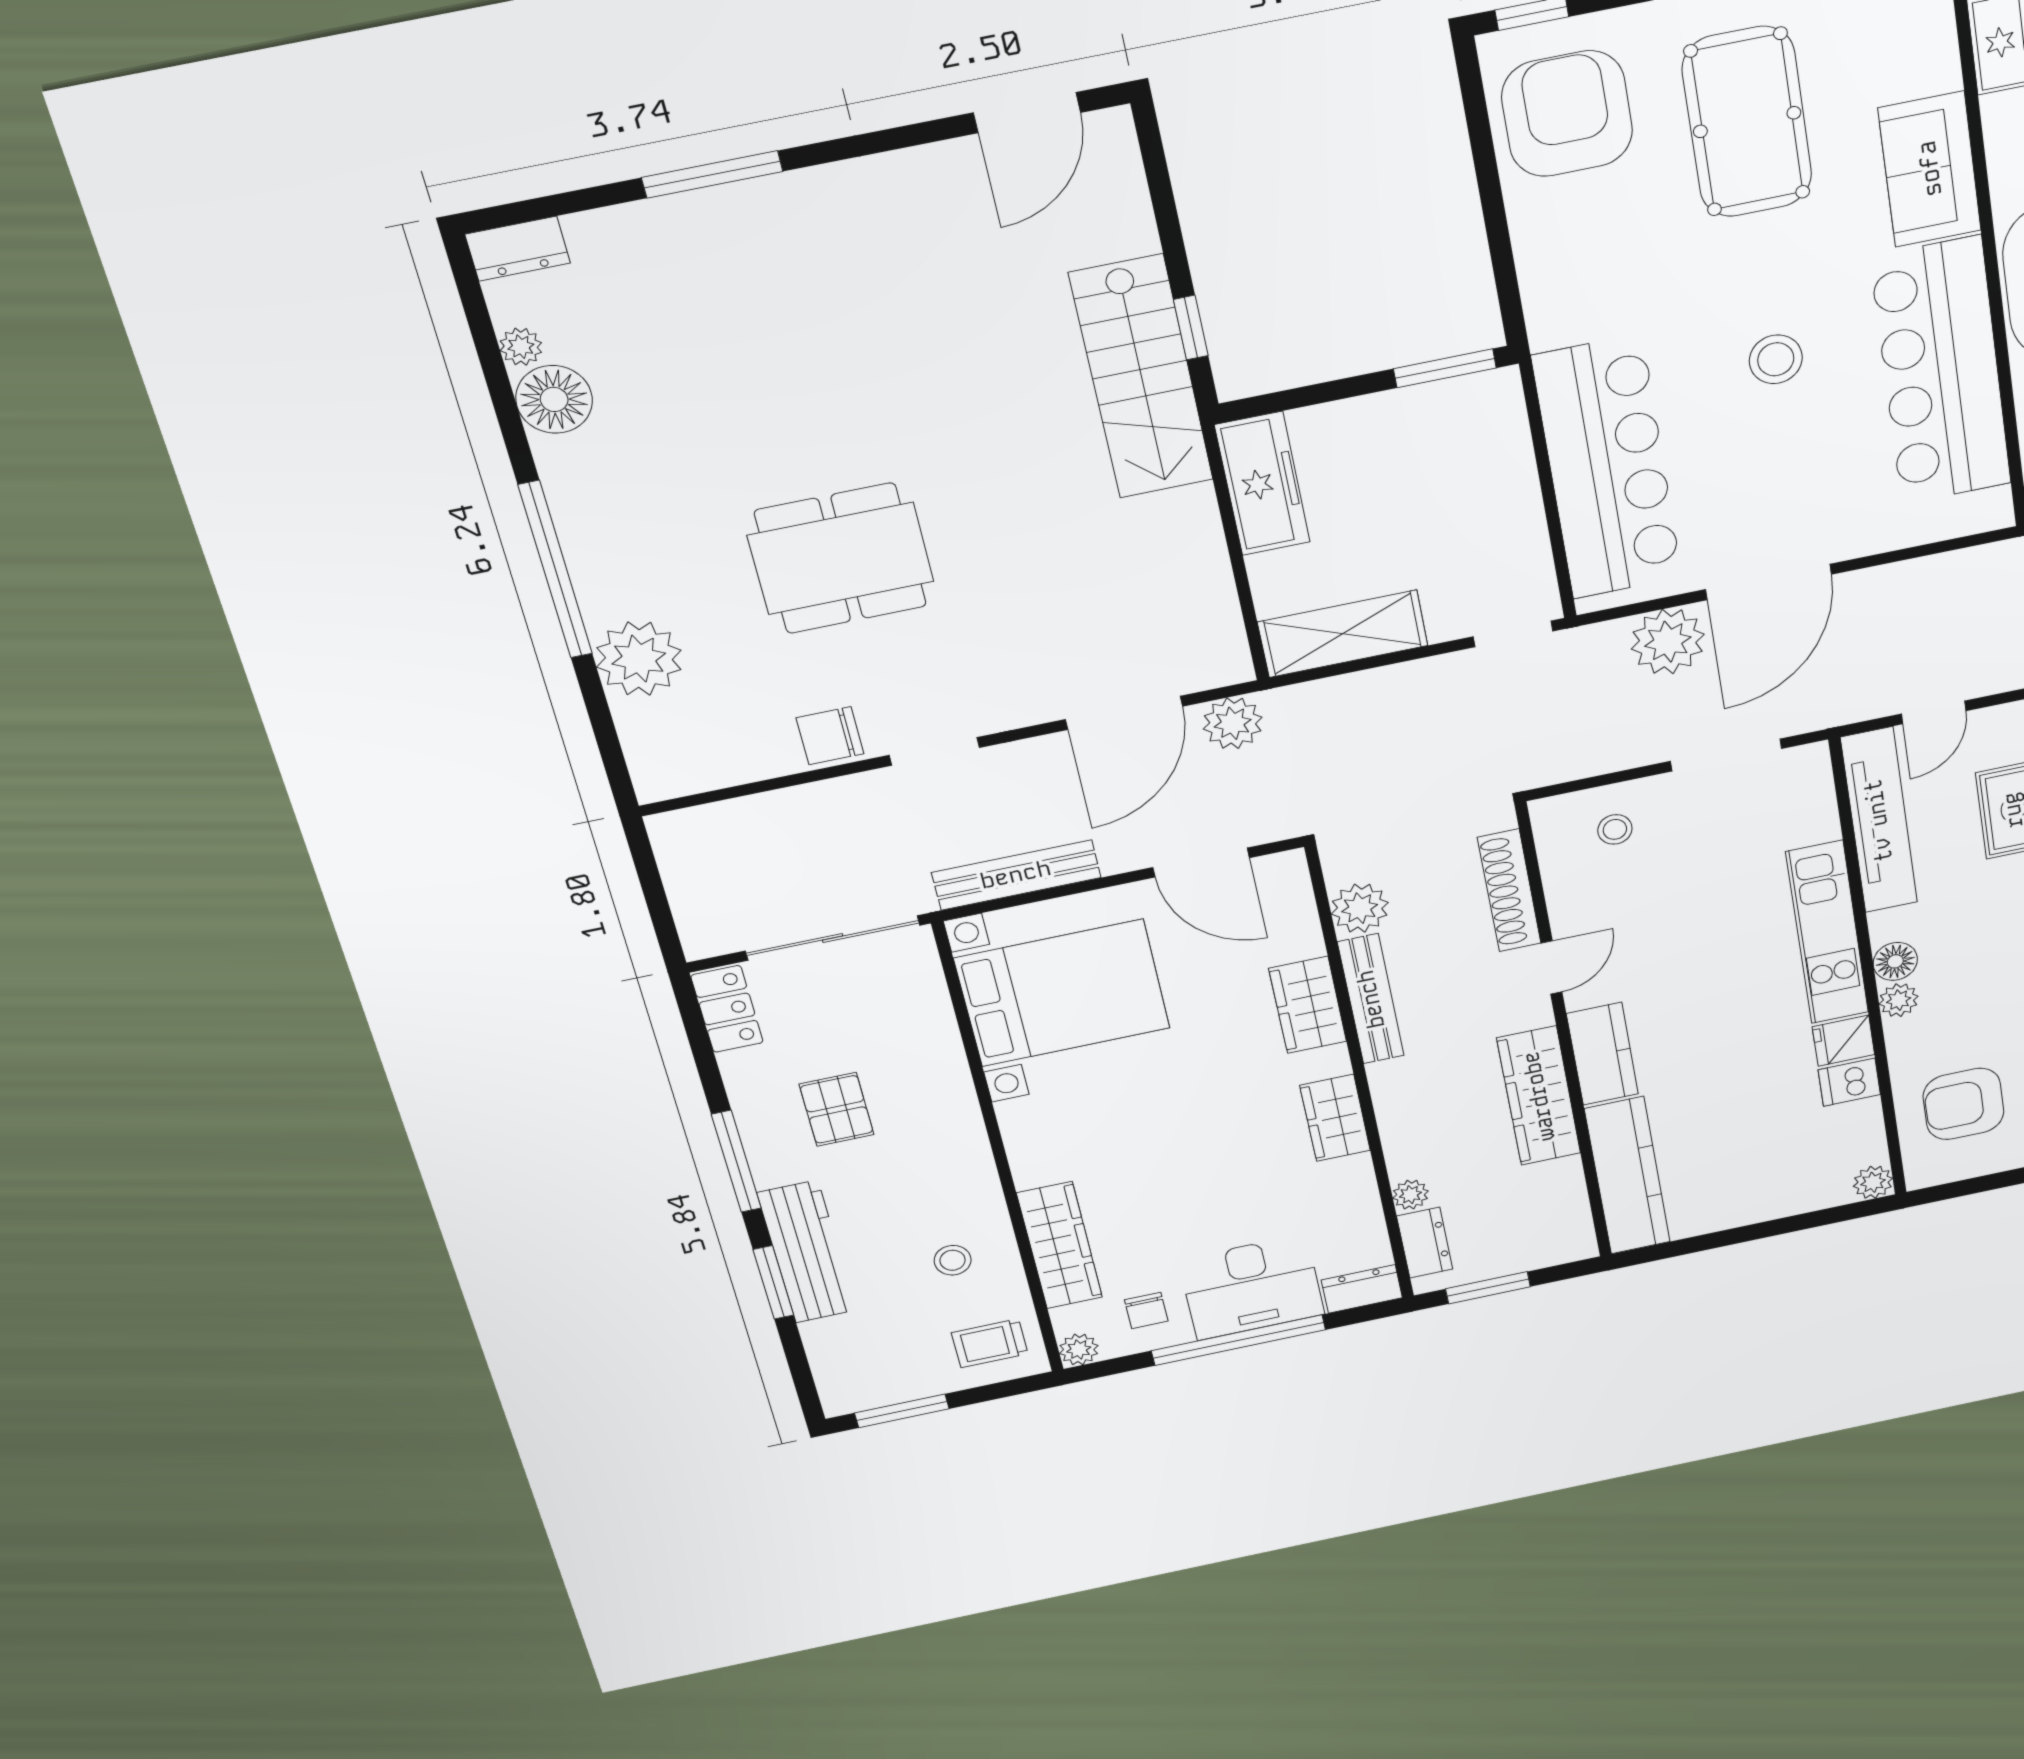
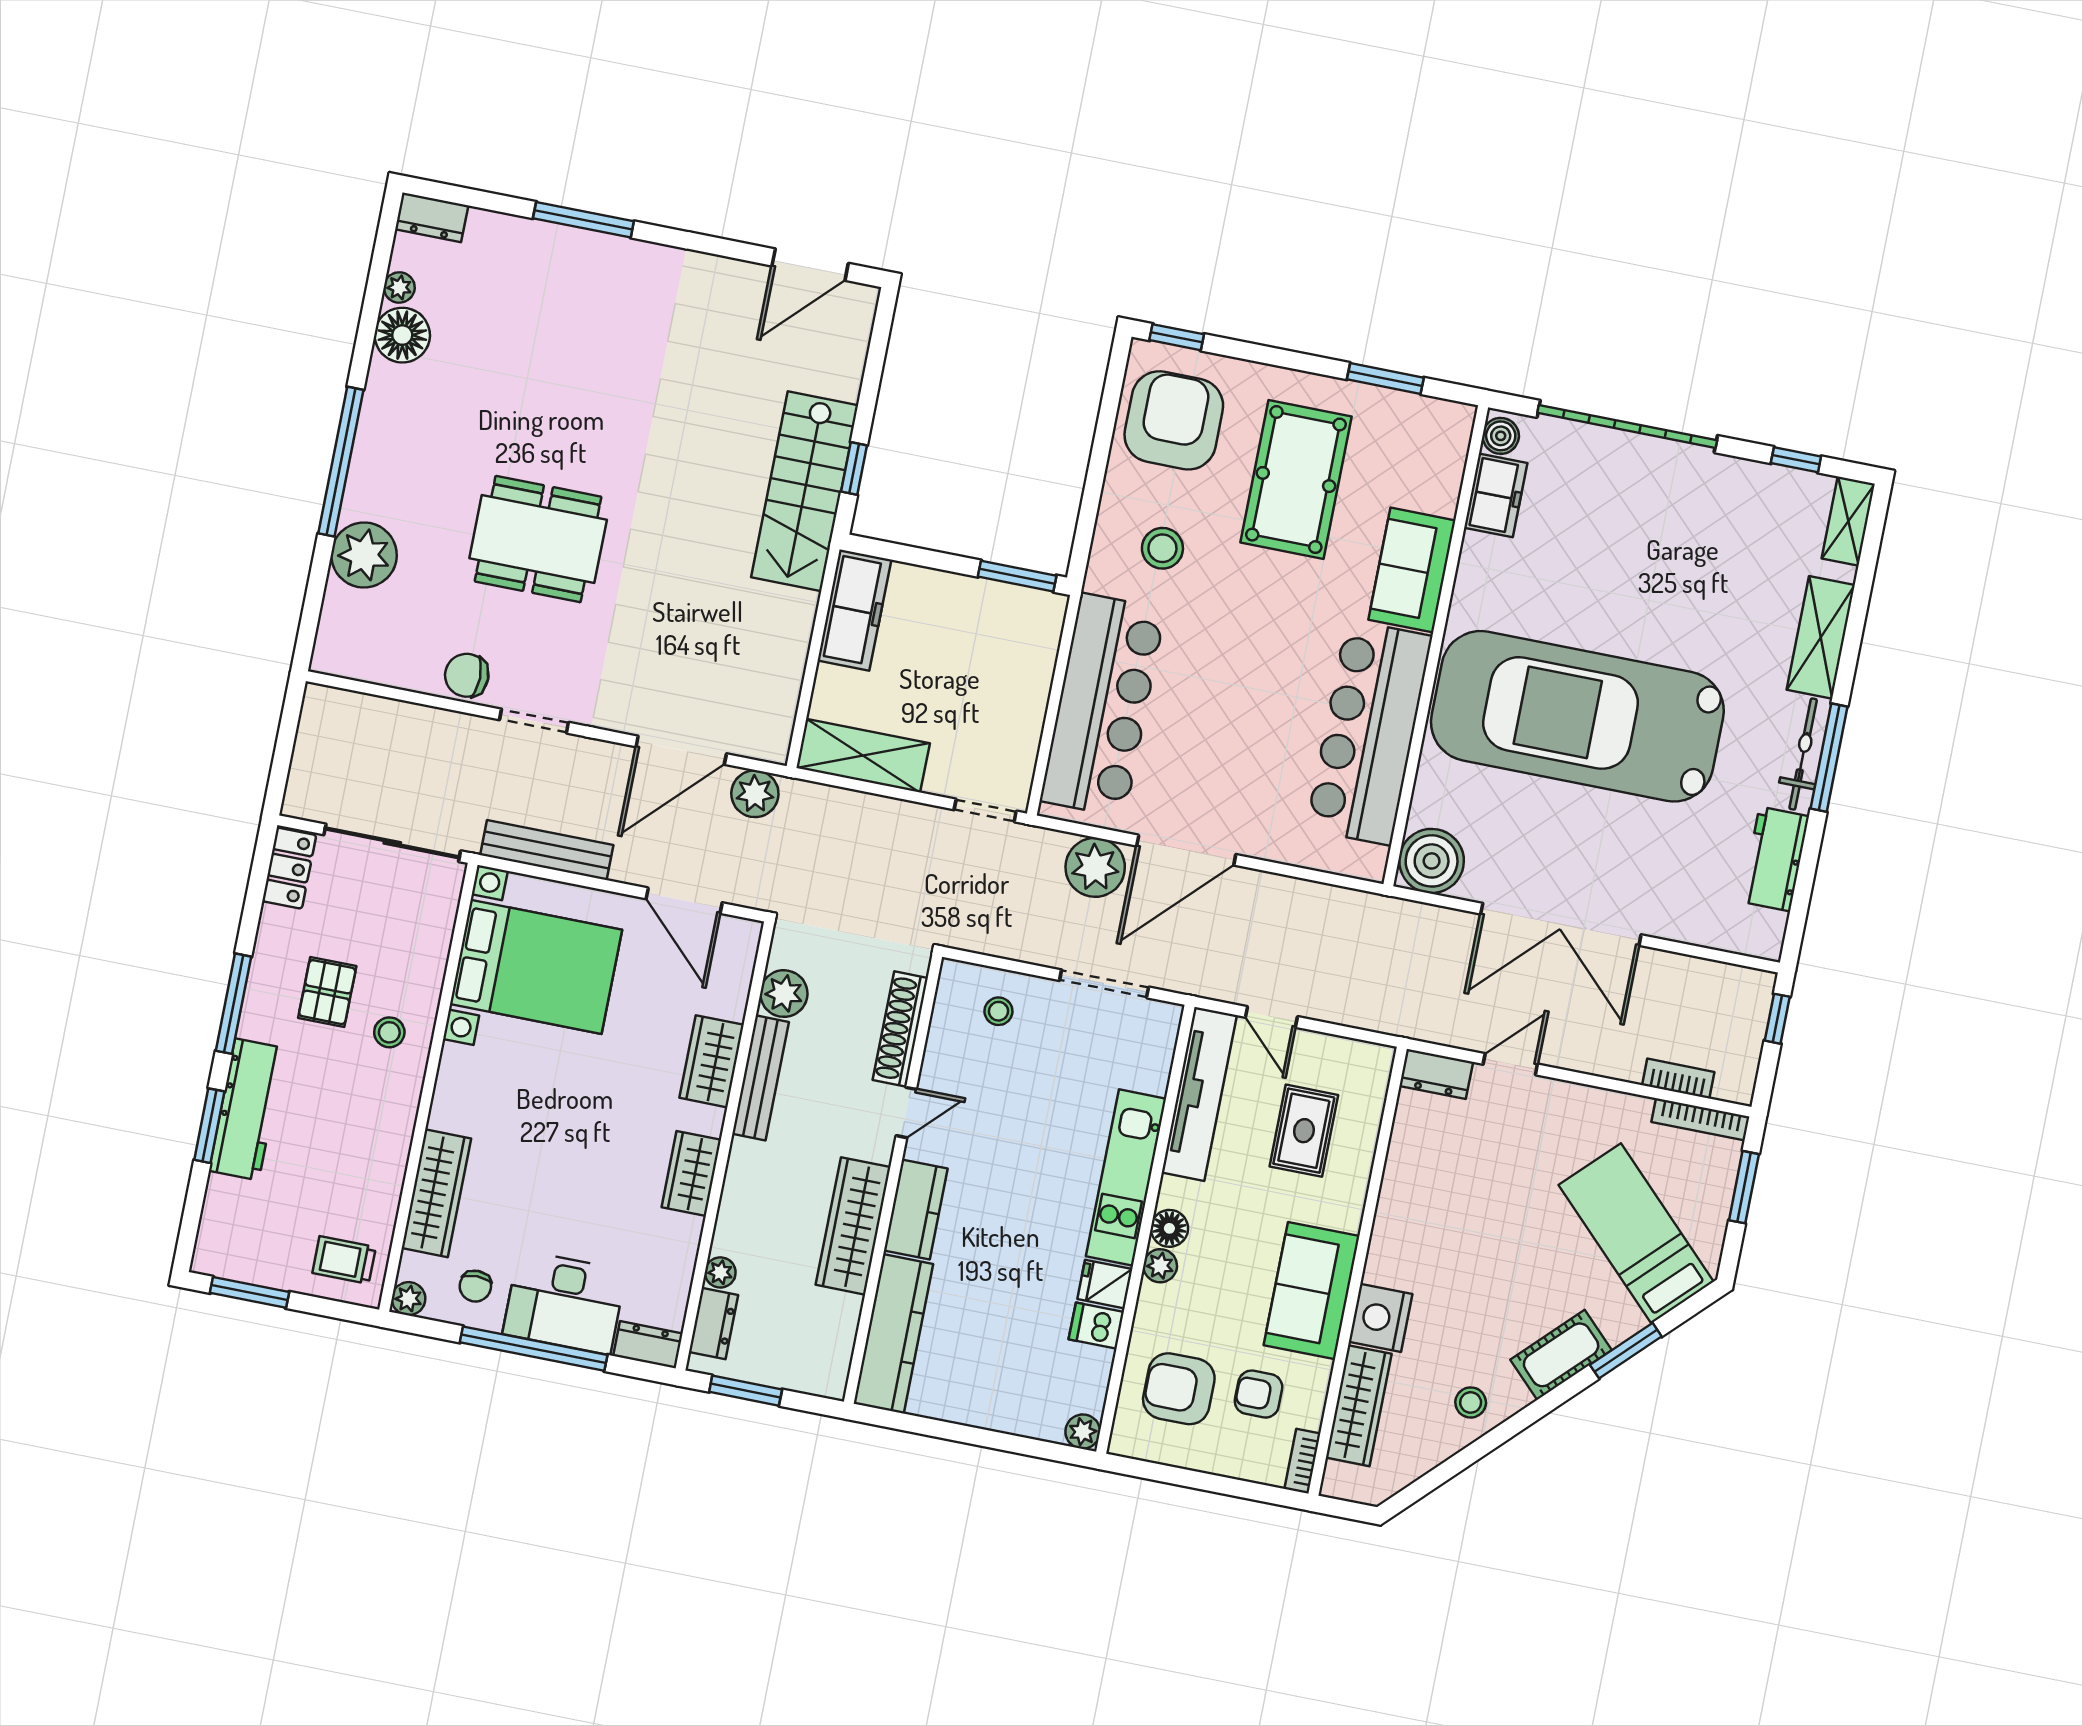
stool: (1776, 359) -> (1162, 548), moved
door: (1934, 712) -> (1271, 1017), hinge flipped
stool: (953, 1260) -> (389, 1032), moved

